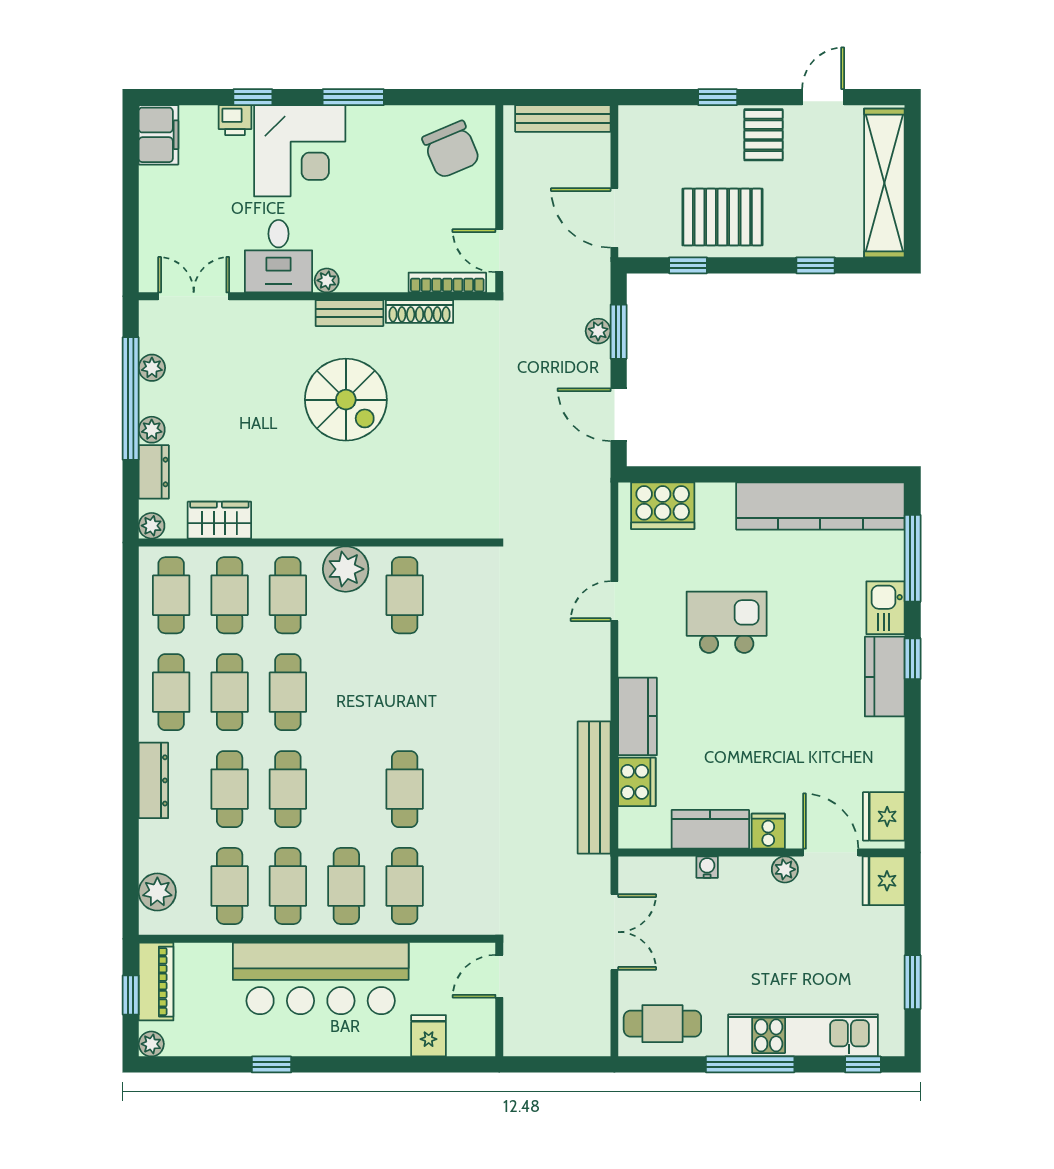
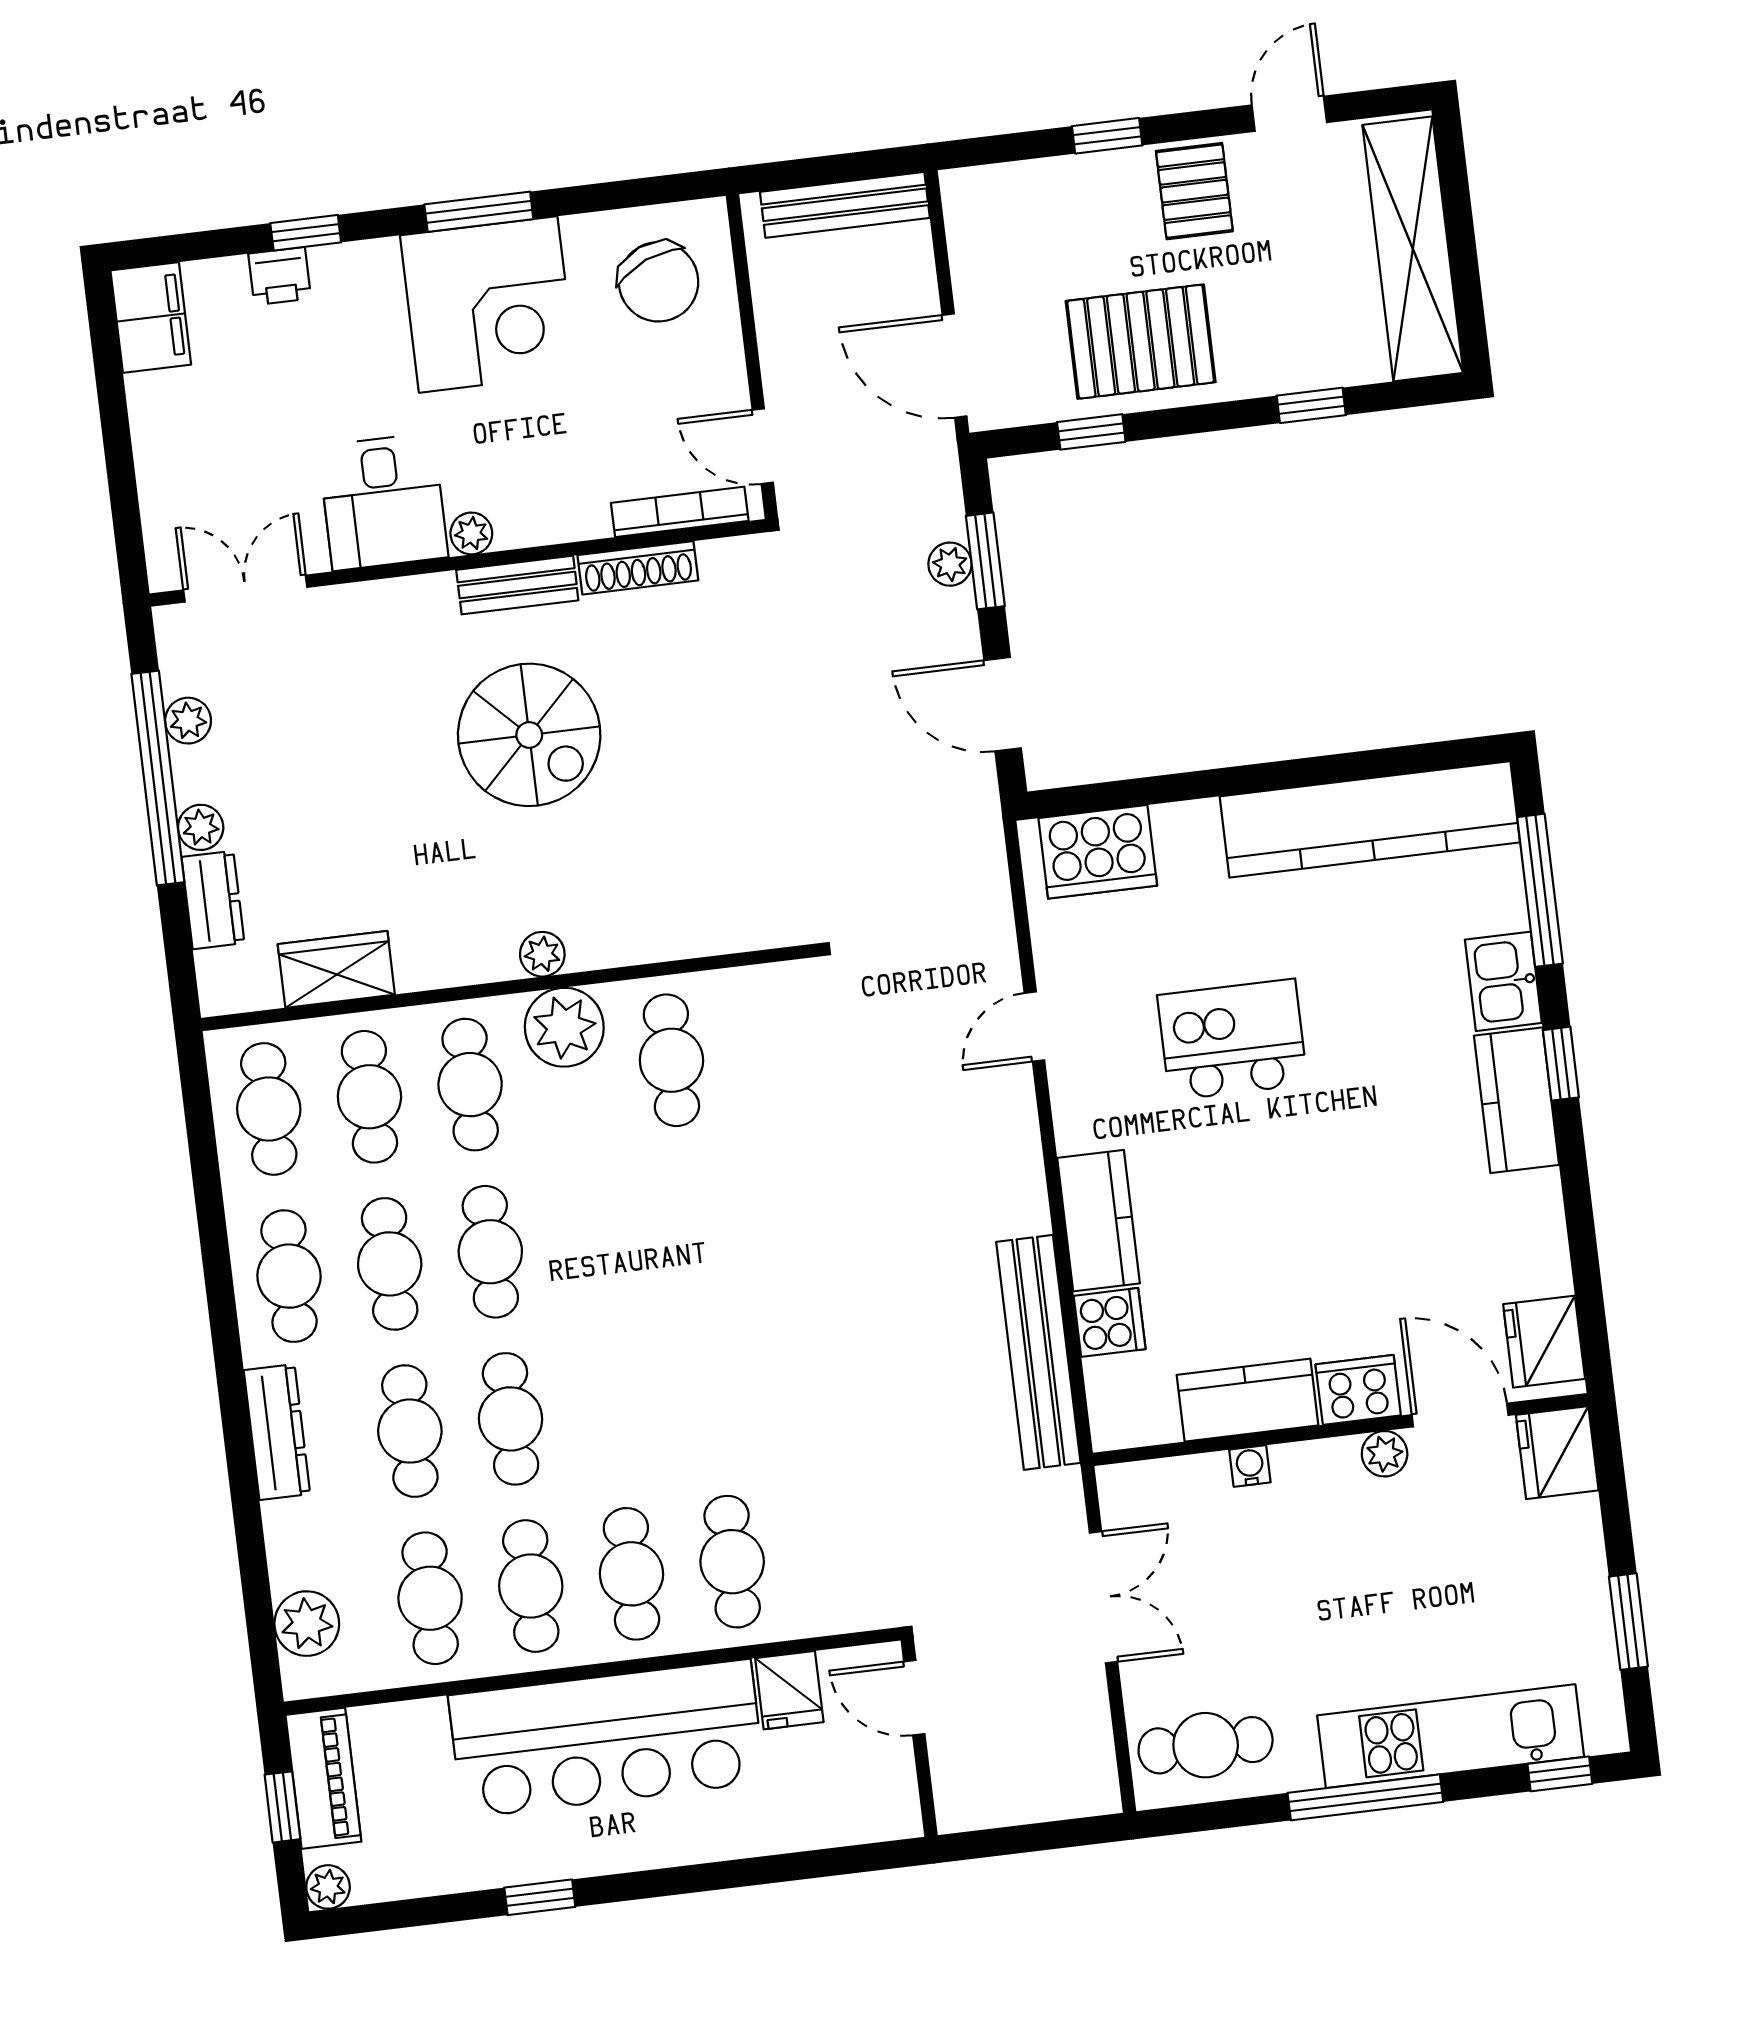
corner desk: (300, 151) -> (488, 305), moved
plant: (152, 526) -> (542, 954), moved
cooker: (637, 782) -> (1110, 1322), width x0.73
cafe table: (405, 789) -> (712, 1395), removed
cooker: (768, 831) -> (1358, 1390), width x1.36
door: (499, 976) -> (914, 1698), hinge flipped
fridge: (429, 1036) -> (789, 1690), moved, turned 180

